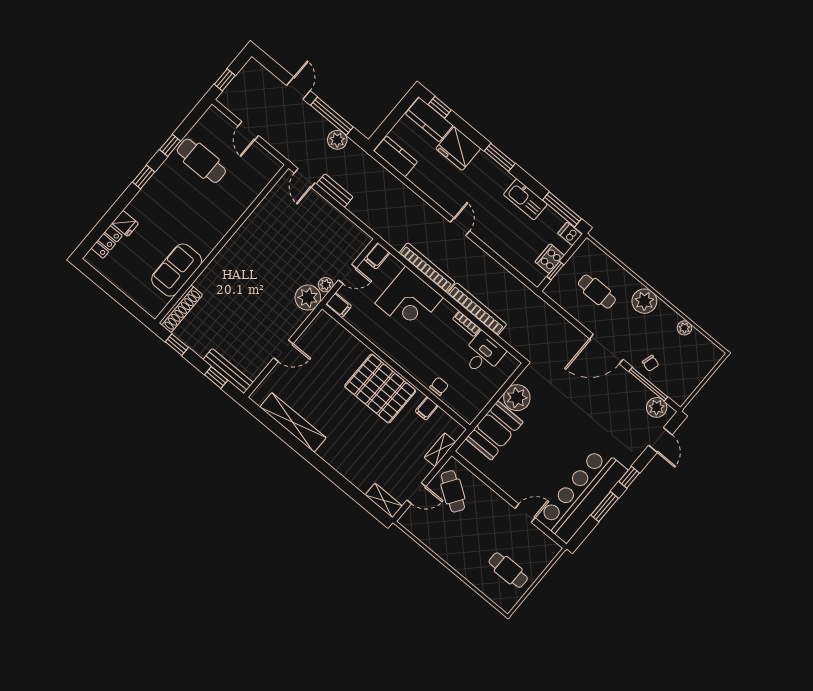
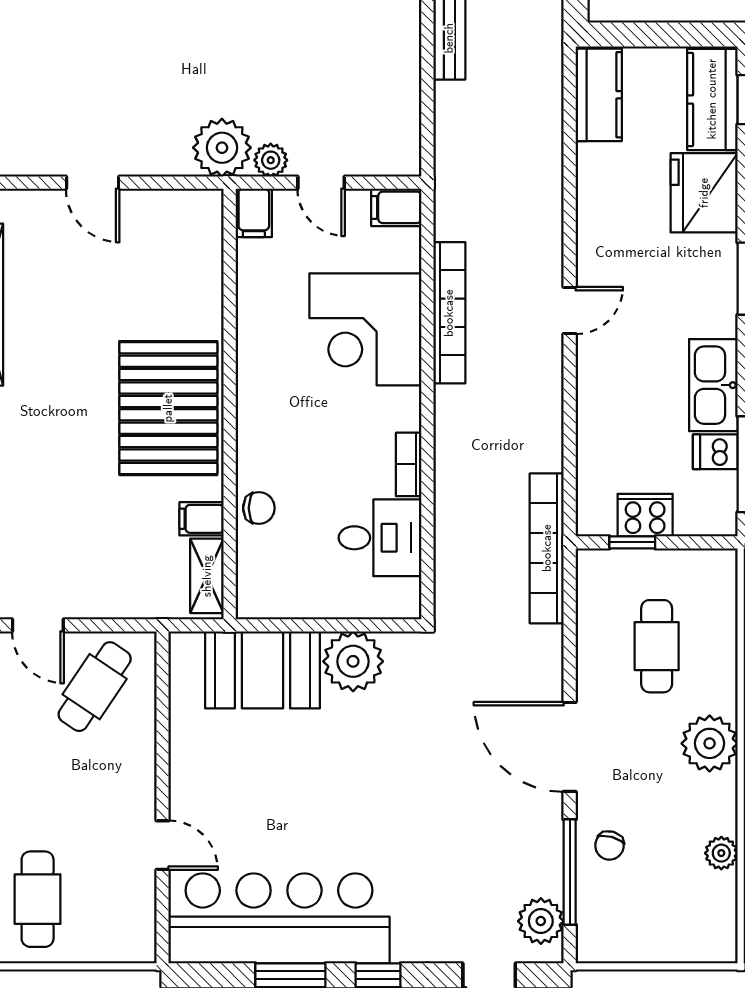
dishwasher: (570, 234) -> (715, 452), moved, turned -90
bookcase: (477, 309) -> (547, 548), moved, turned 180
shelving: (440, 450) -> (207, 576), moved, turned 90

